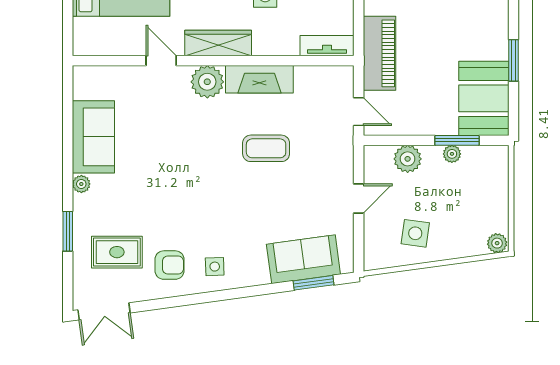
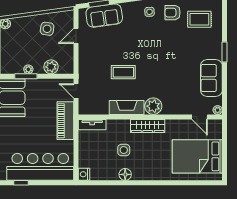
door: (161, 61) -> (200, 117), moved
plant: (81, 184) -> (218, 110), moved
door: (359, 198) -> (76, 36), moved
window: (68, 231) -> (225, 52), moved

